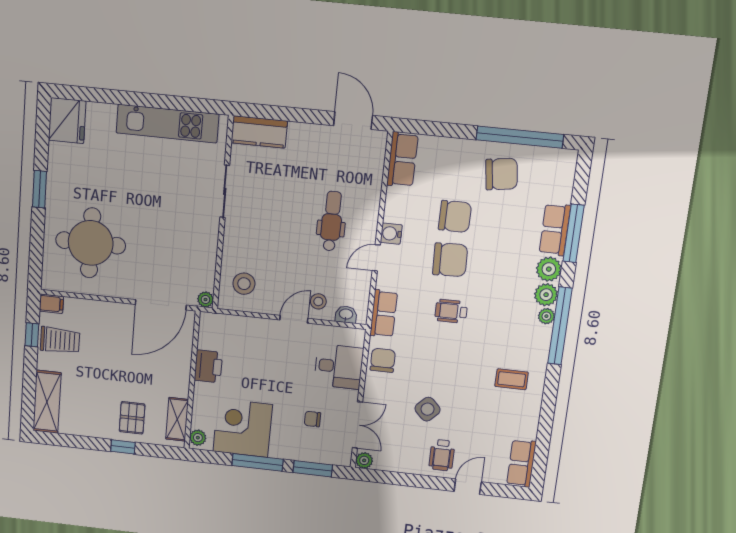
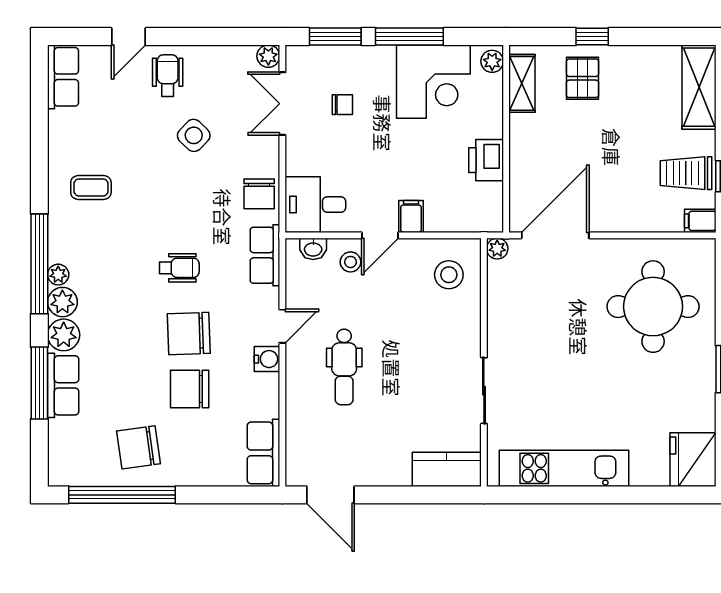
filing cabinet: (269, 331) -> (411, 216), added
desk: (339, 367) -> (315, 205), moved

